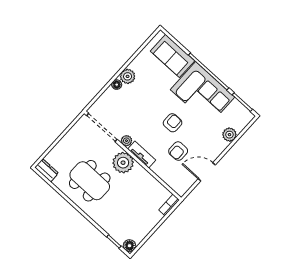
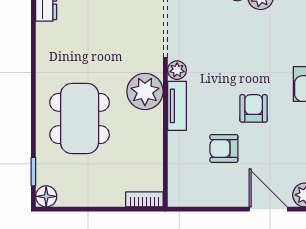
armchair: (173, 123) -> (254, 108), turned -90
door: (207, 172) -> (268, 209), moved
dining table: (90, 181) -> (80, 119), moved

